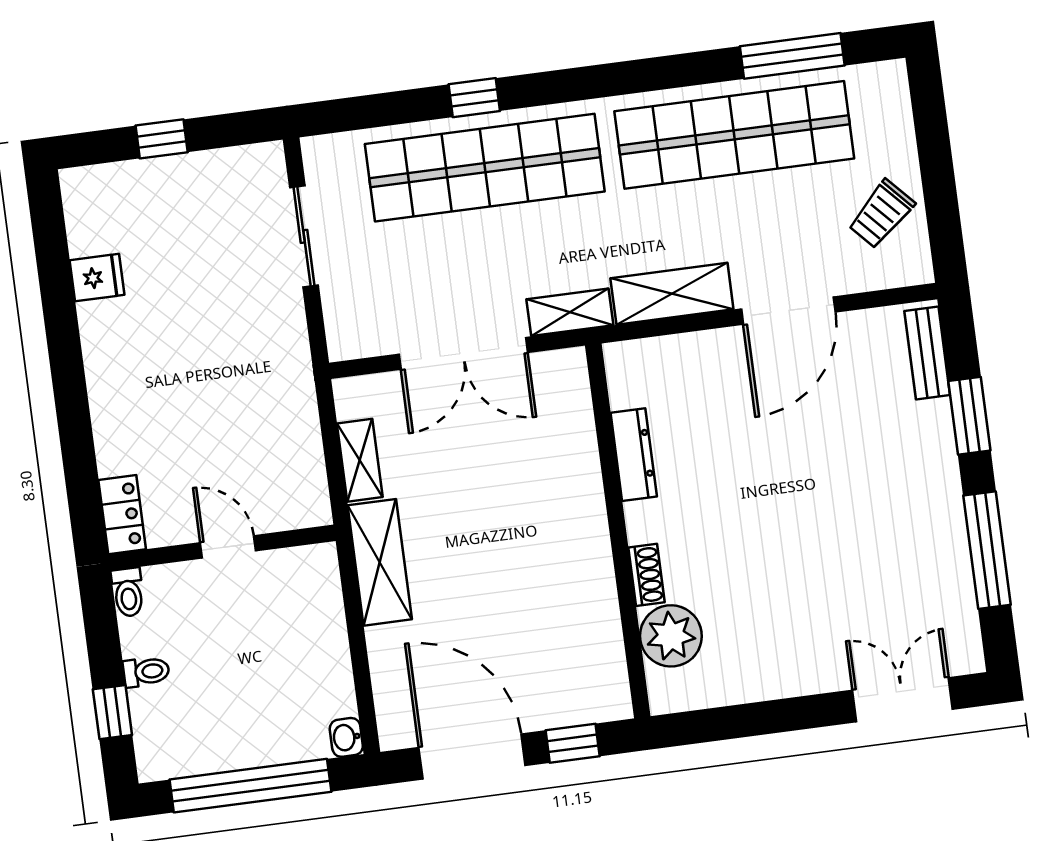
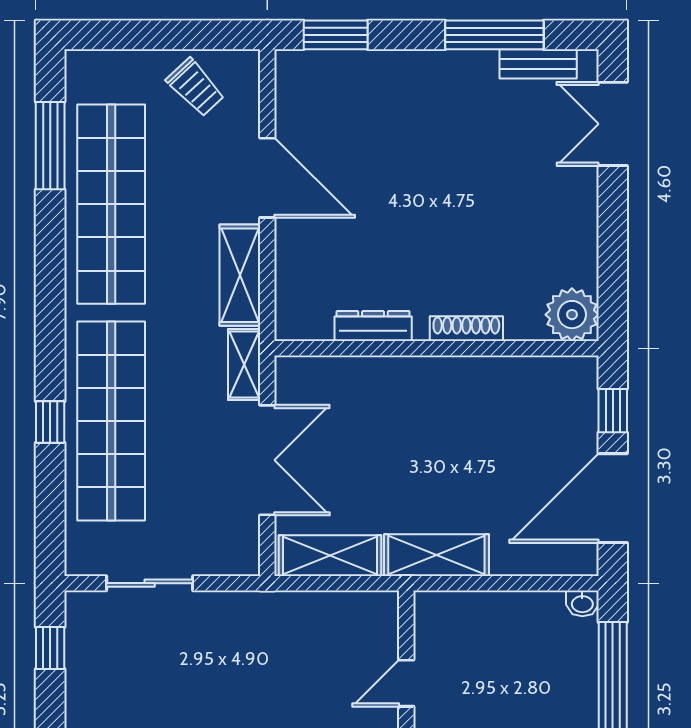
window: (162, 139) -> (50, 648), moved
bench: (927, 353) -> (538, 64), moved
window: (969, 416) -> (336, 35), moved
shelving: (360, 460) -> (330, 556), width x1.50, depth x1.33
shoe rack: (646, 575) -> (466, 329), width x1.43
plant: (671, 636) -> (572, 315), moved

